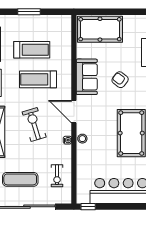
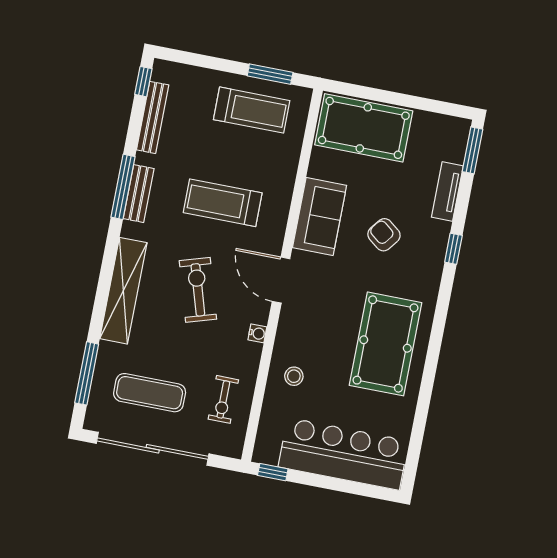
window: (29, 12) -> (270, 74), moved
treadmill: (32, 50) -> (252, 110), moved
stool: (82, 139) -> (294, 376), moved

